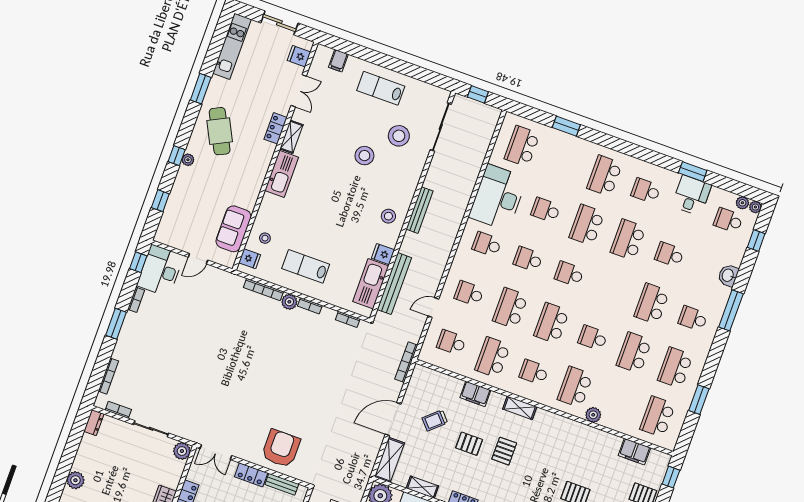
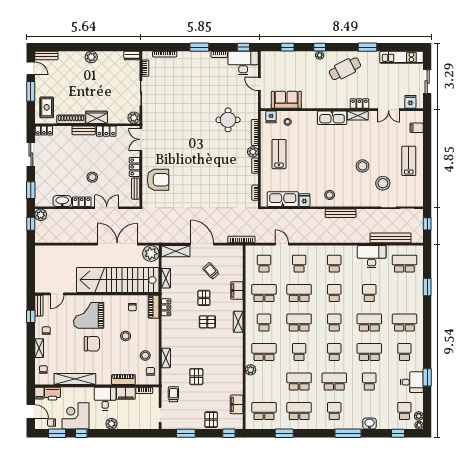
desk: (498, 197) -> (372, 257), width x0.73, depth x0.77
bench: (394, 284) -> (390, 238), moved
school desk: (610, 289) -> (334, 352), added
round table: (232, 320) -> (228, 120), added

